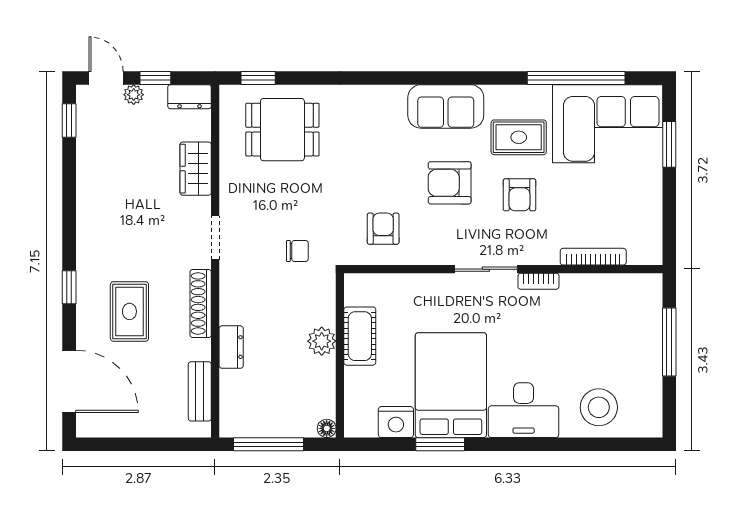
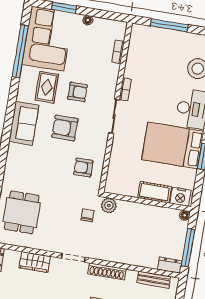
armchair: (450, 183) -> (65, 128), turned 90
floor lamp: (654, 192) -> (88, 20), added
bookcase: (593, 257) -> (118, 52), width x0.64
cot: (360, 336) -> (155, 192), moved
plant: (322, 341) -> (109, 205), moved
dresser: (231, 347) -> (170, 265), moved
nightstand: (396, 422) -> (180, 197), moved, turned 90

